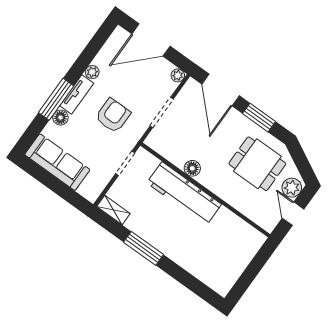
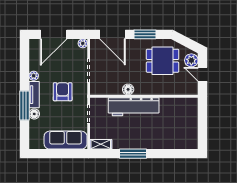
sofa: (57, 162) -> (66, 140), moved

